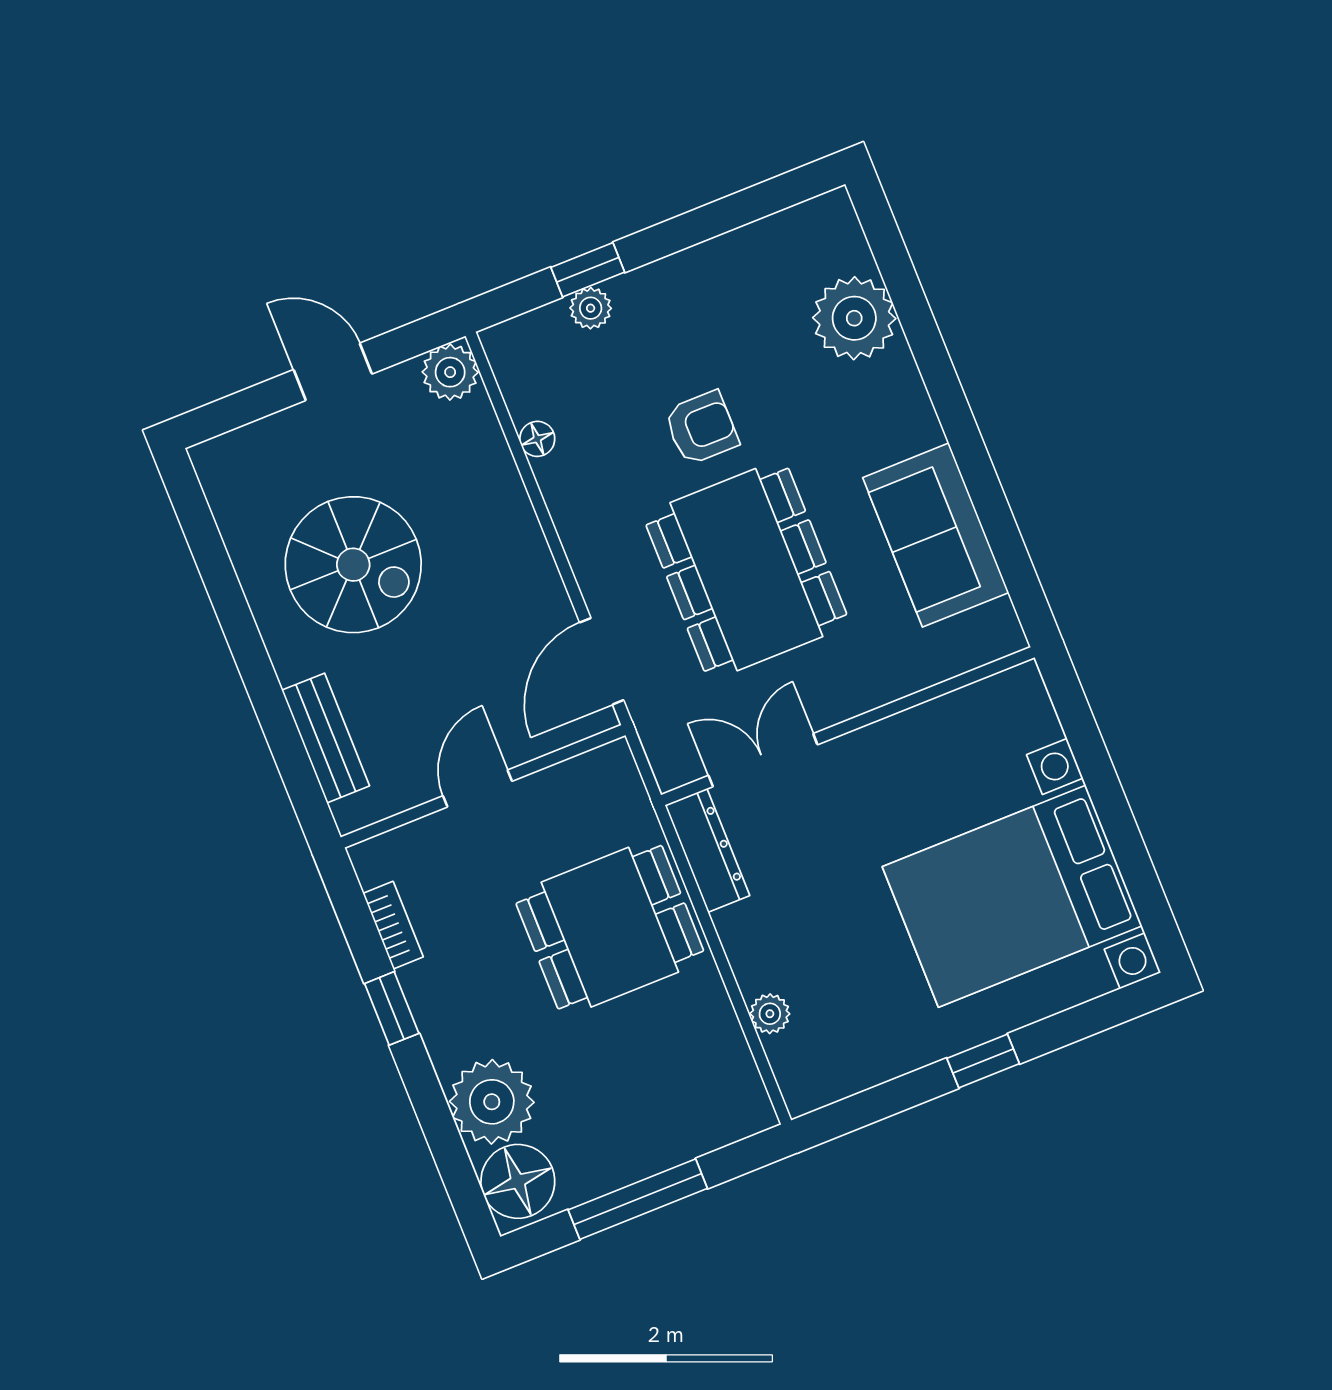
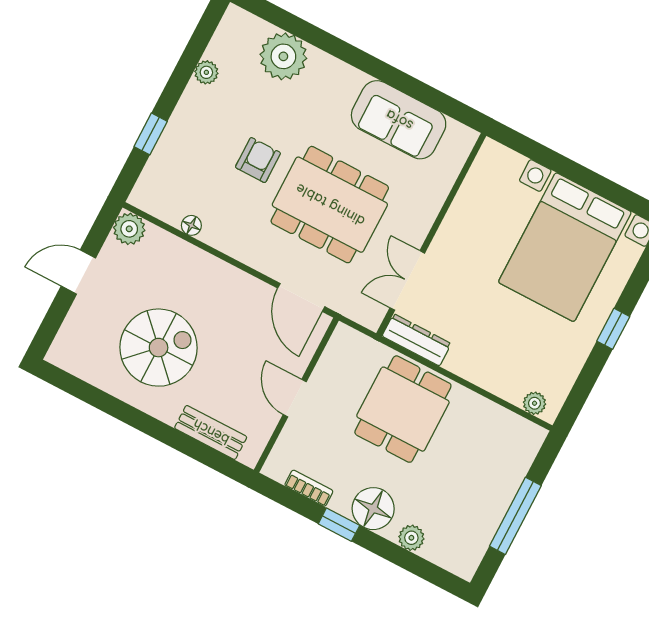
plant: (591, 308) -> (206, 72), moved
plant: (770, 1014) -> (535, 403), moved
plant: (492, 1102) -> (411, 538), width x0.53, depth x0.53
floor lamp: (518, 1181) -> (373, 509), moved

